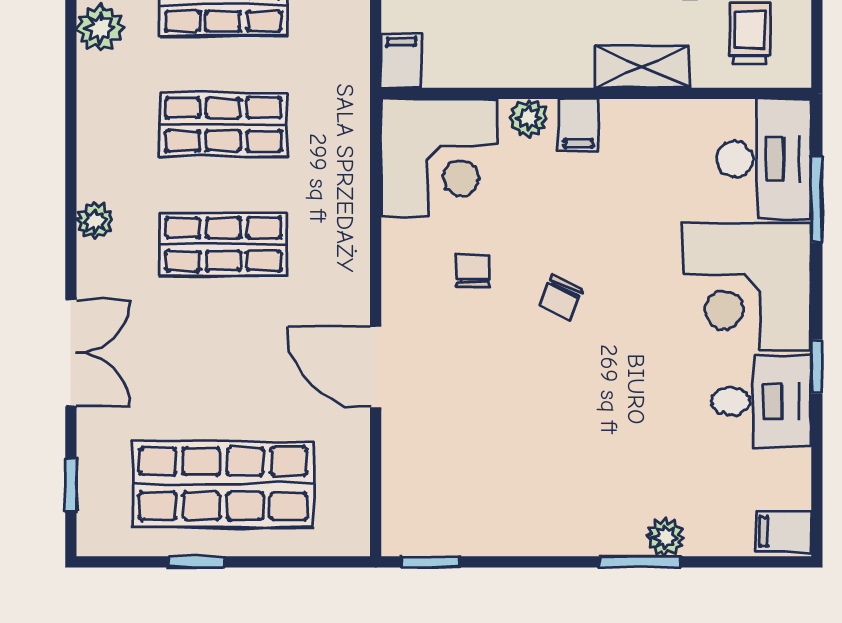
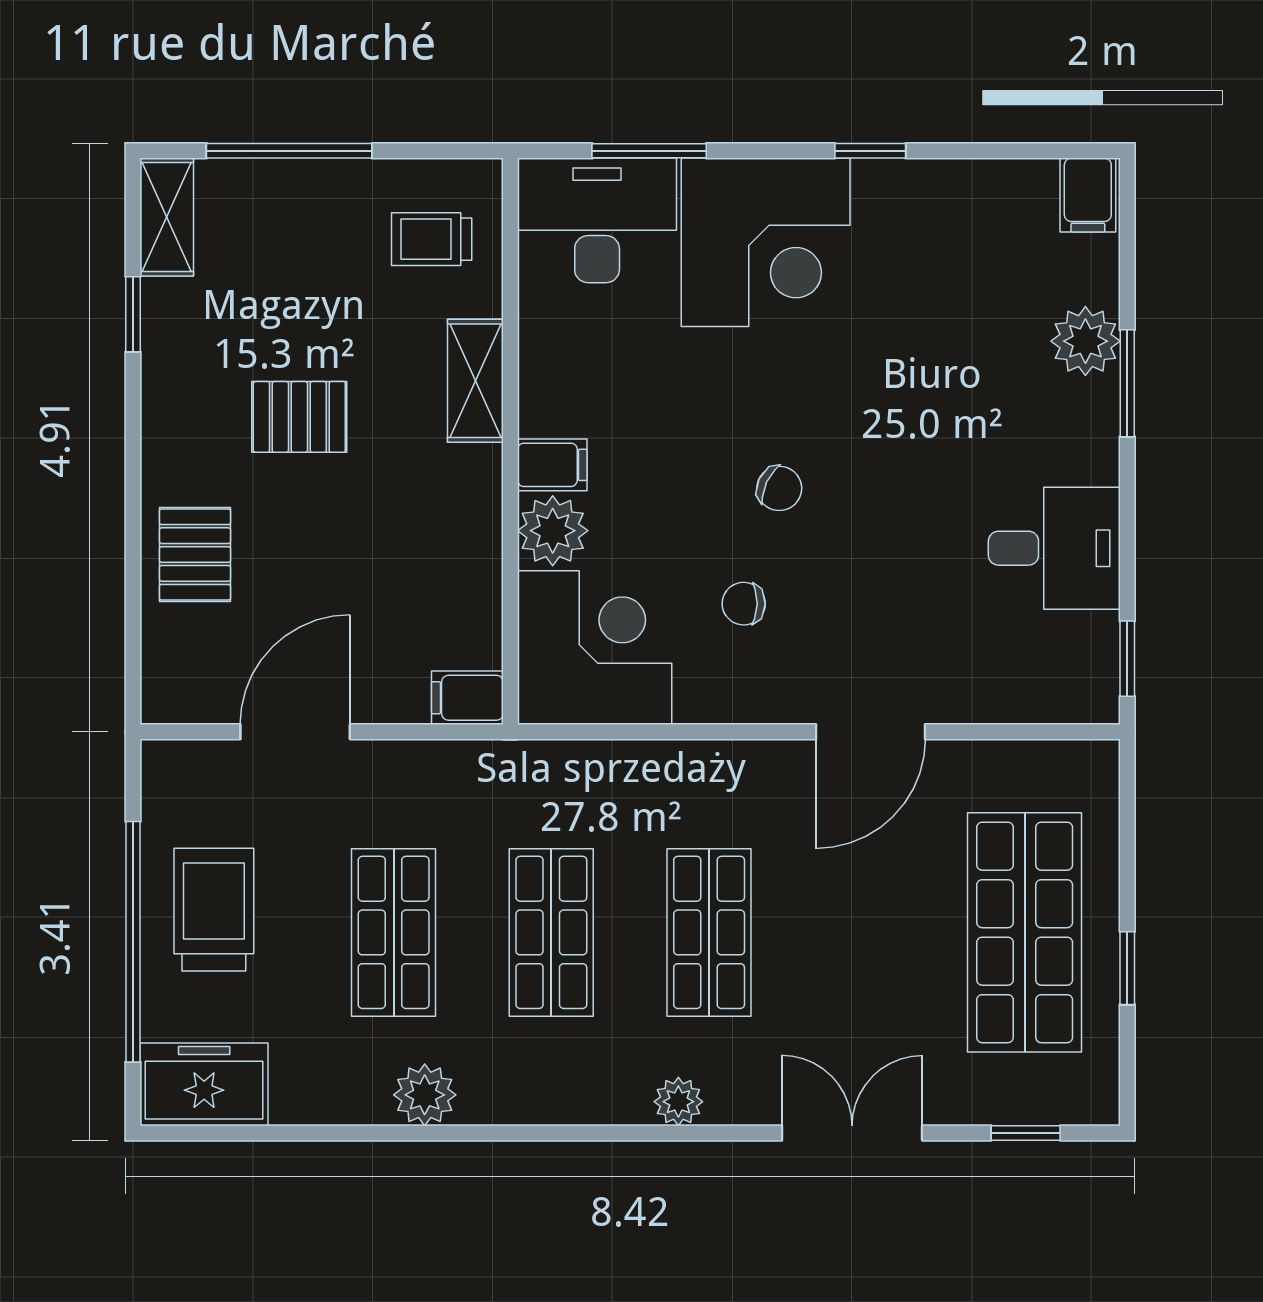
plant: (528, 118) -> (553, 531), width x1.38, depth x1.38
desk: (761, 401) -> (1054, 548), moved, turned 90
plant: (665, 537) -> (1085, 341), width x1.38, depth x1.38

